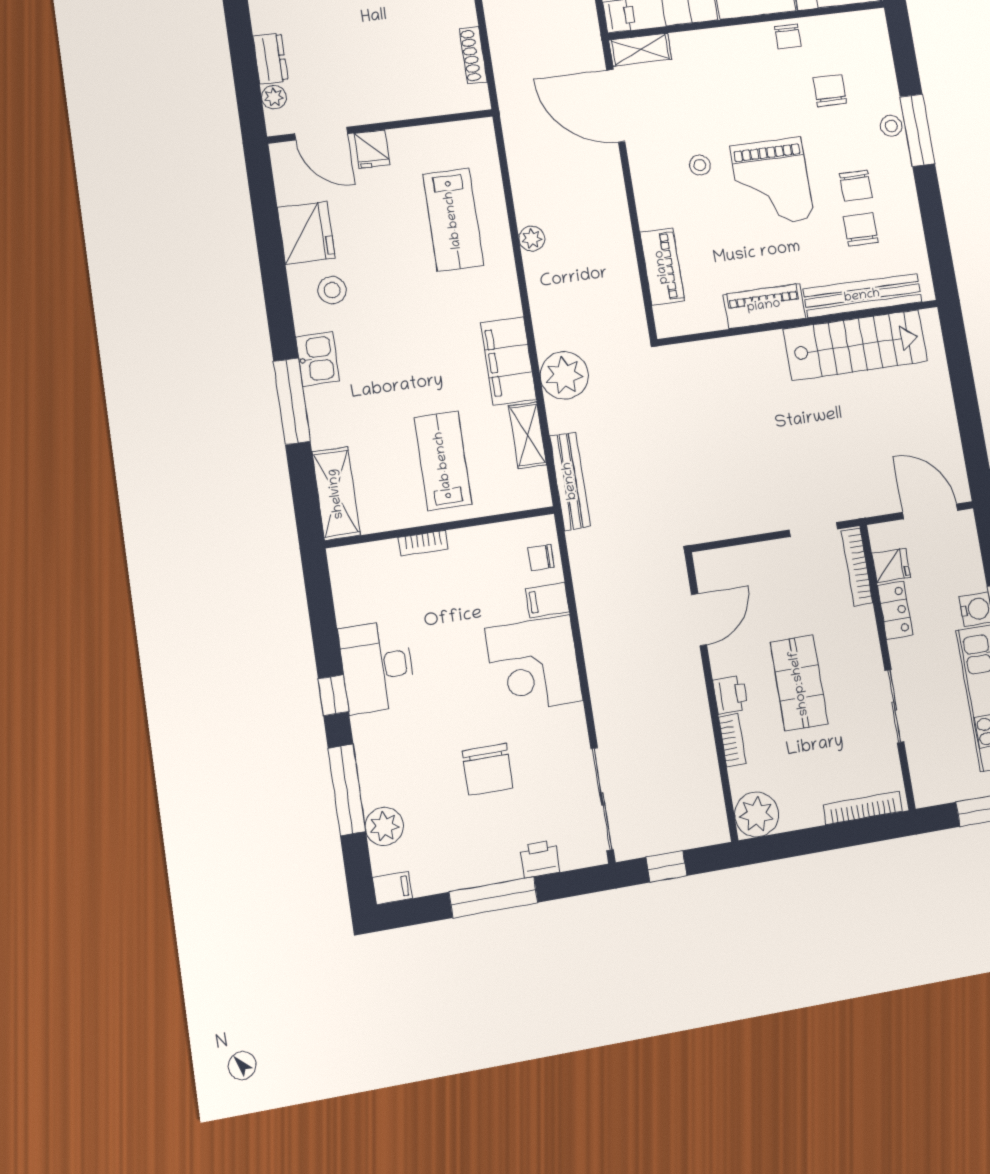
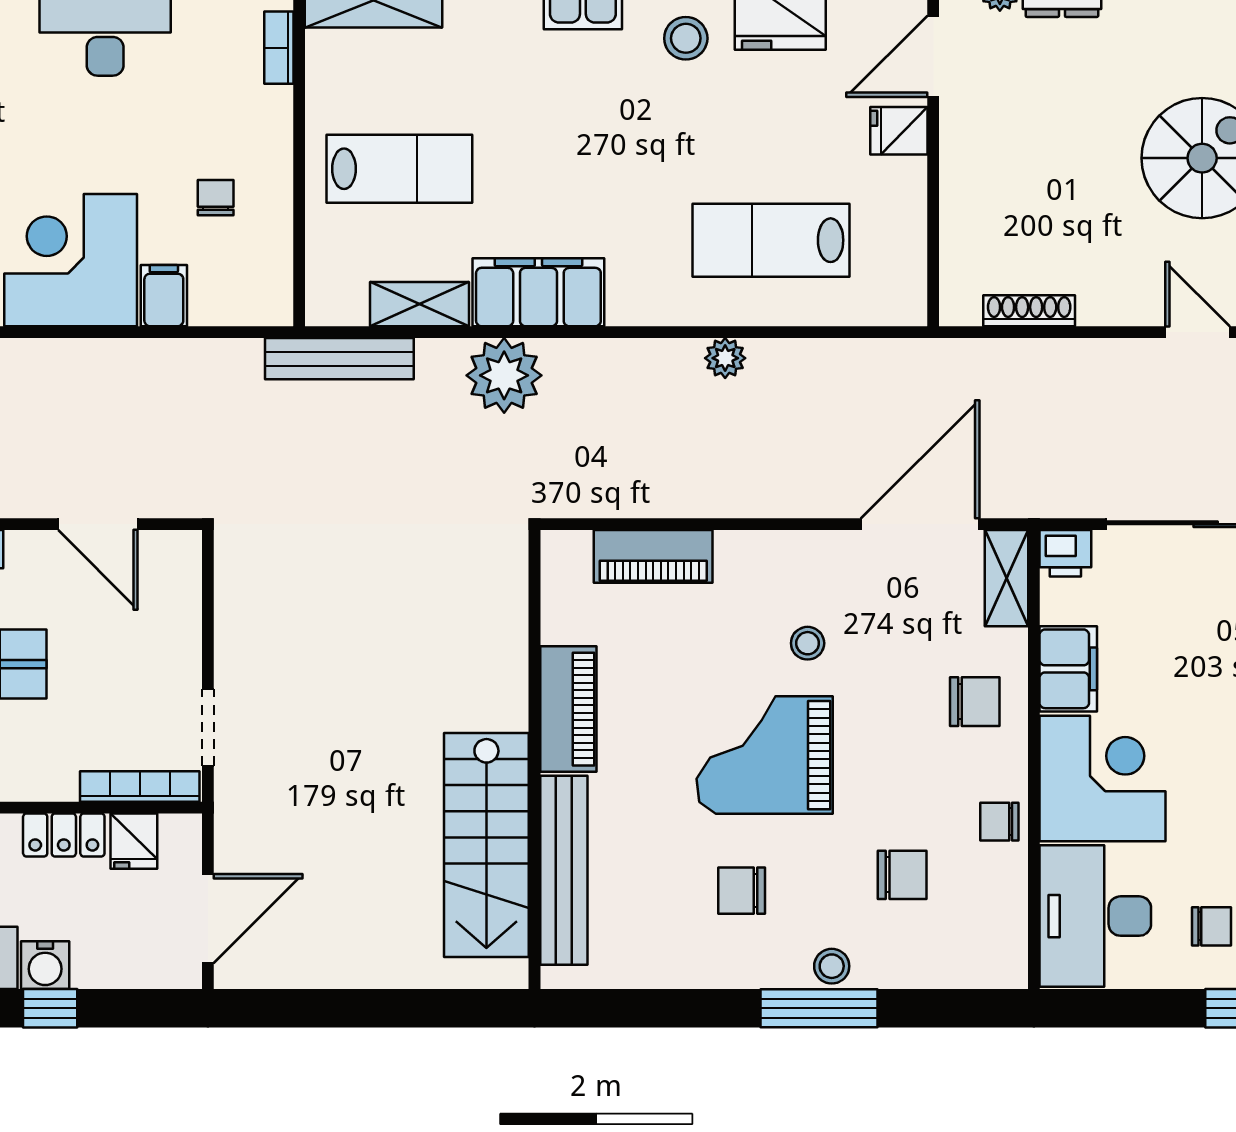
chair: (861, 229) -> (975, 702), moved
bookcase: (423, 543) -> (279, 48), moved
chair: (541, 558) -> (216, 198), moved

